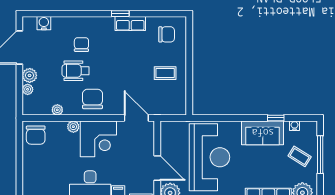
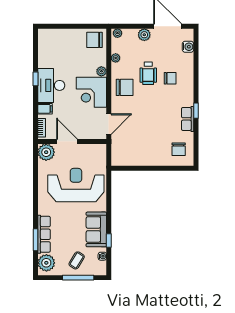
wheelchair: (76, 71) -> (148, 73), turned 180
coffee table: (165, 73) -> (146, 148), removed
plant: (28, 89) -> (117, 33), moved
reception desk: (209, 157) -> (76, 185), turned 180
door: (157, 168) -> (67, 141), swing flipped

